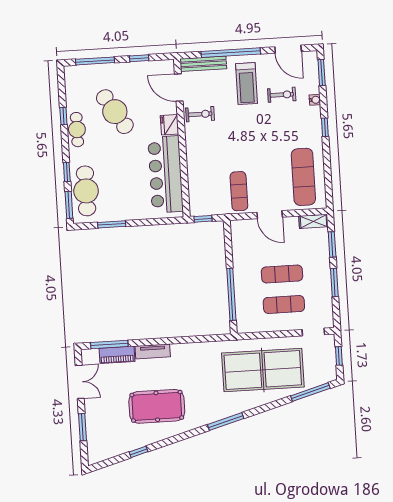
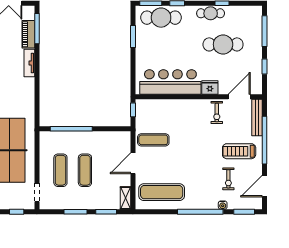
cafe table: (115, 112) -> (223, 44), turned 32
window: (325, 127) -> (200, 212), width x3.17

